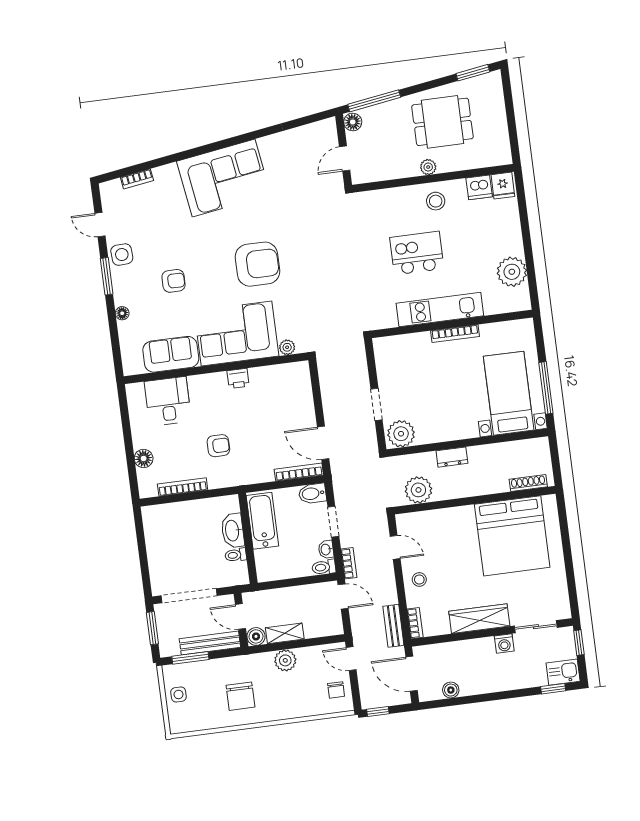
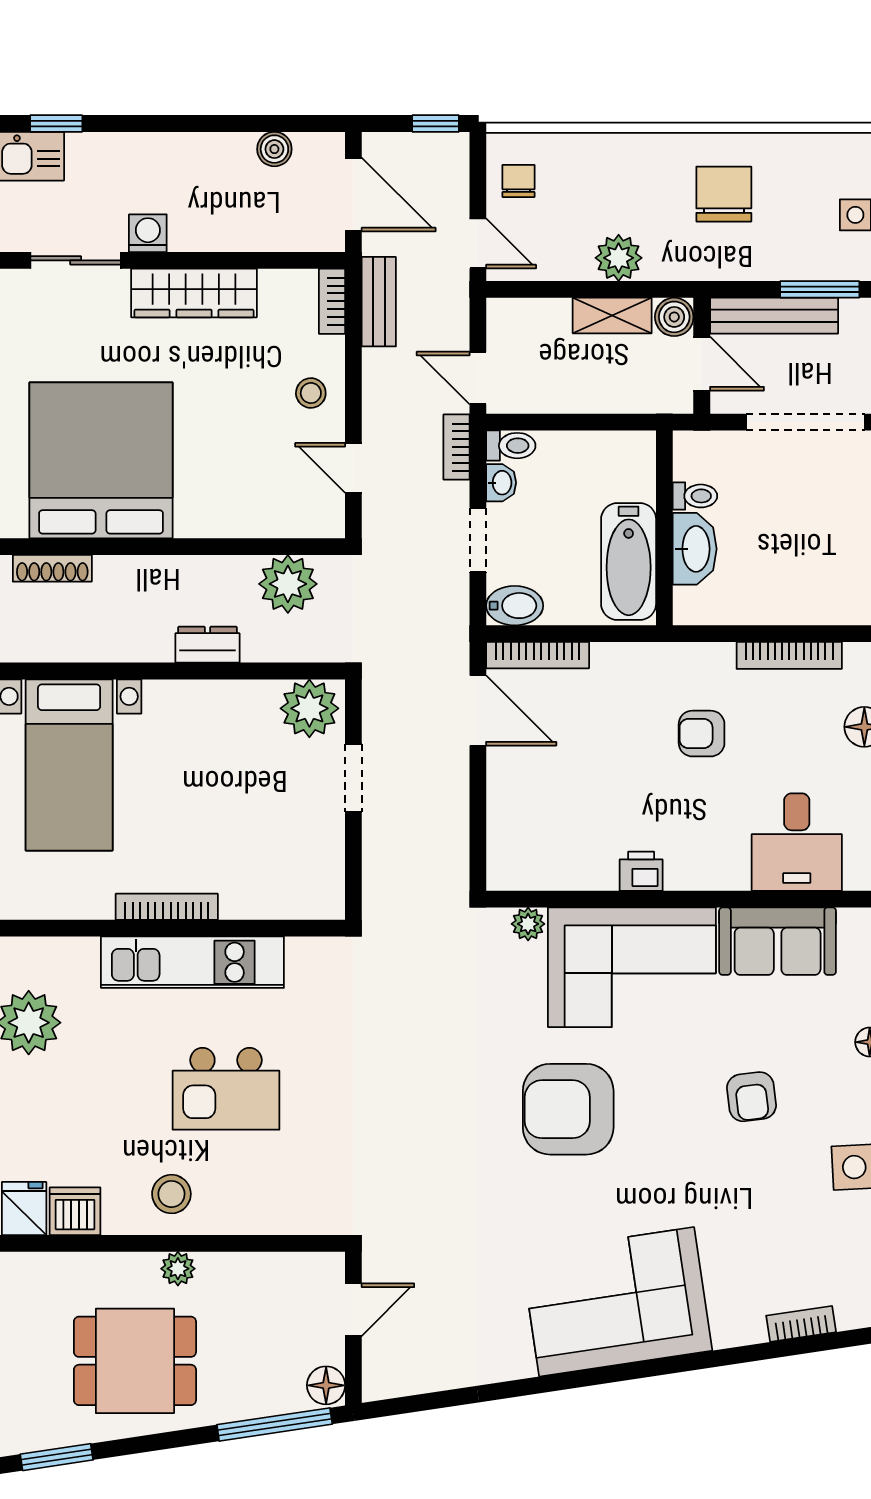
armchair: (174, 281) -> (751, 1097), turned -97

